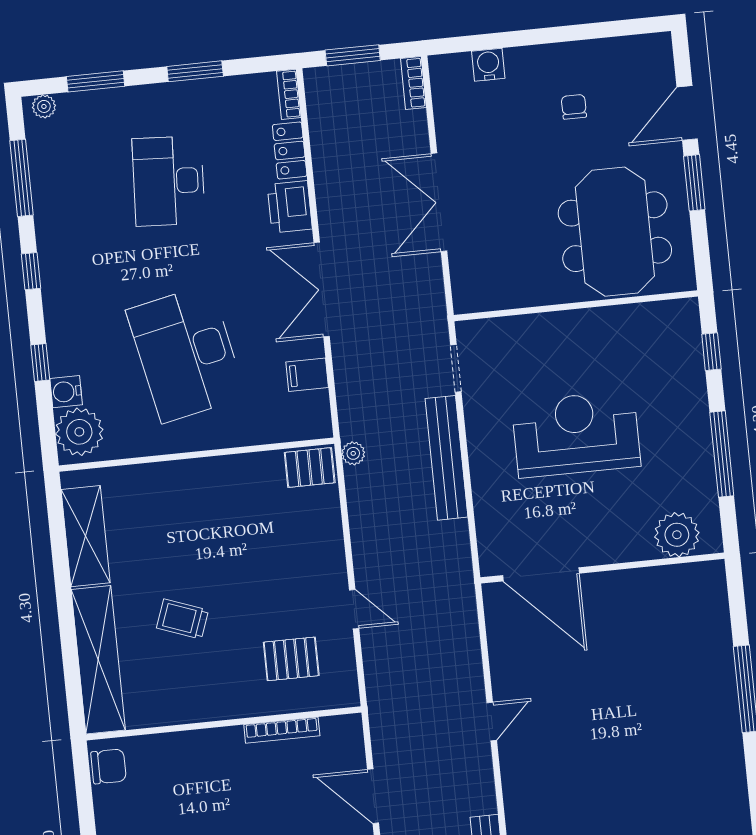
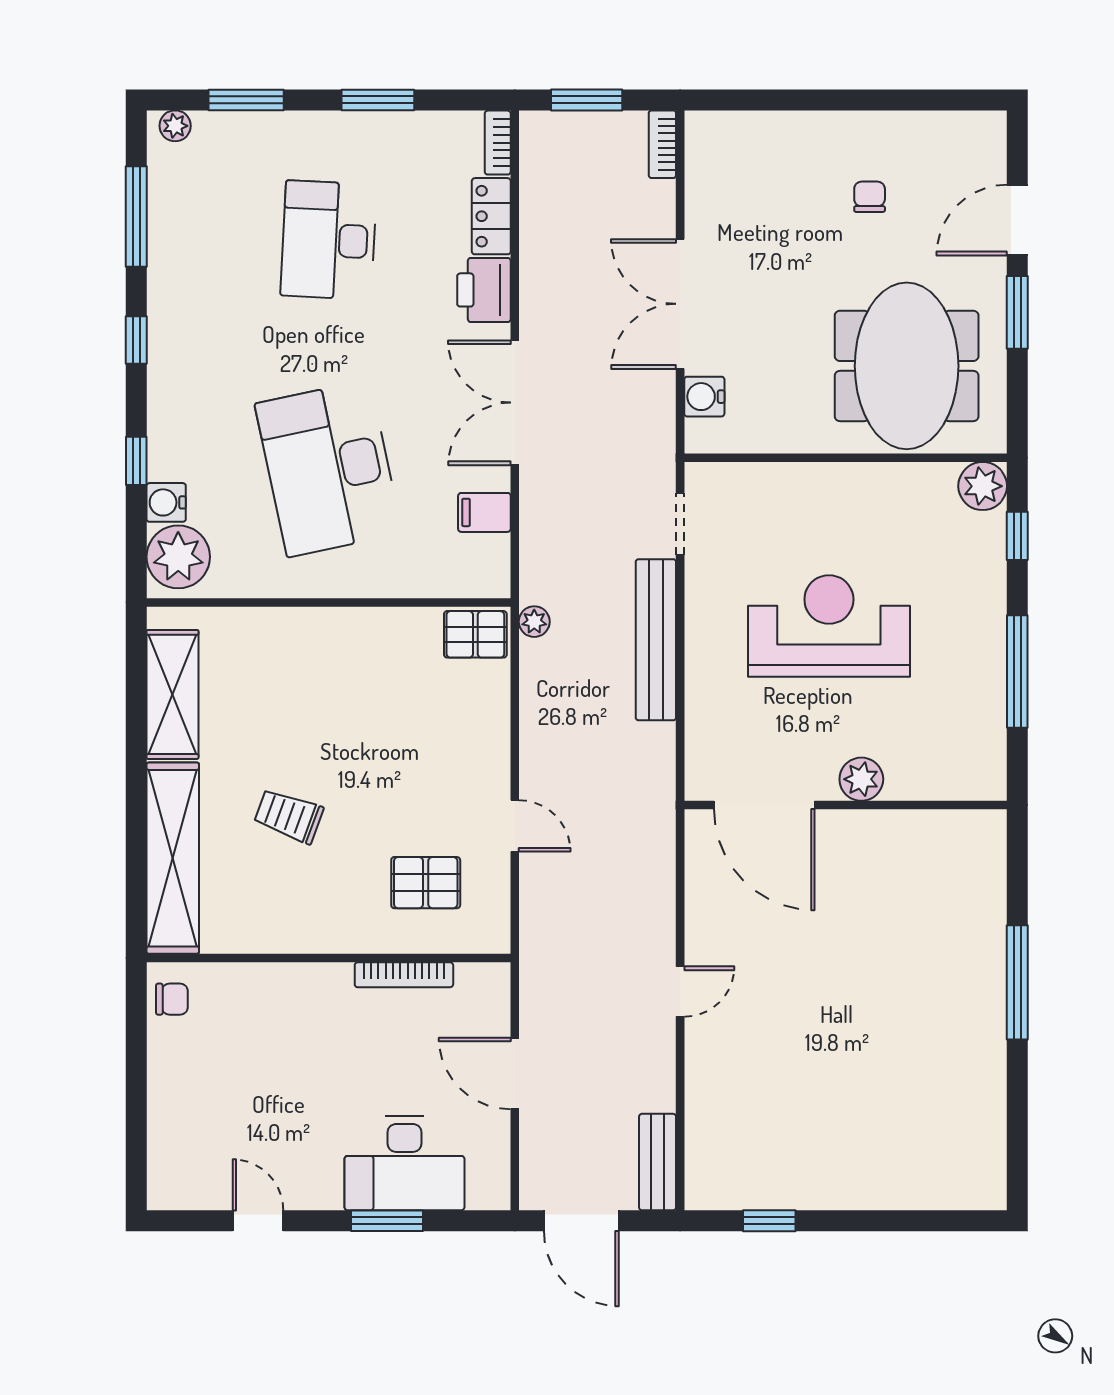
water cooler: (488, 65) -> (704, 397), moved, turned -90
plant: (682, 317) -> (983, 486), added
plant: (677, 535) -> (861, 779), moved, width x0.73, depth x0.73
chair: (108, 766) -> (172, 999), width x0.73, depth x0.73

